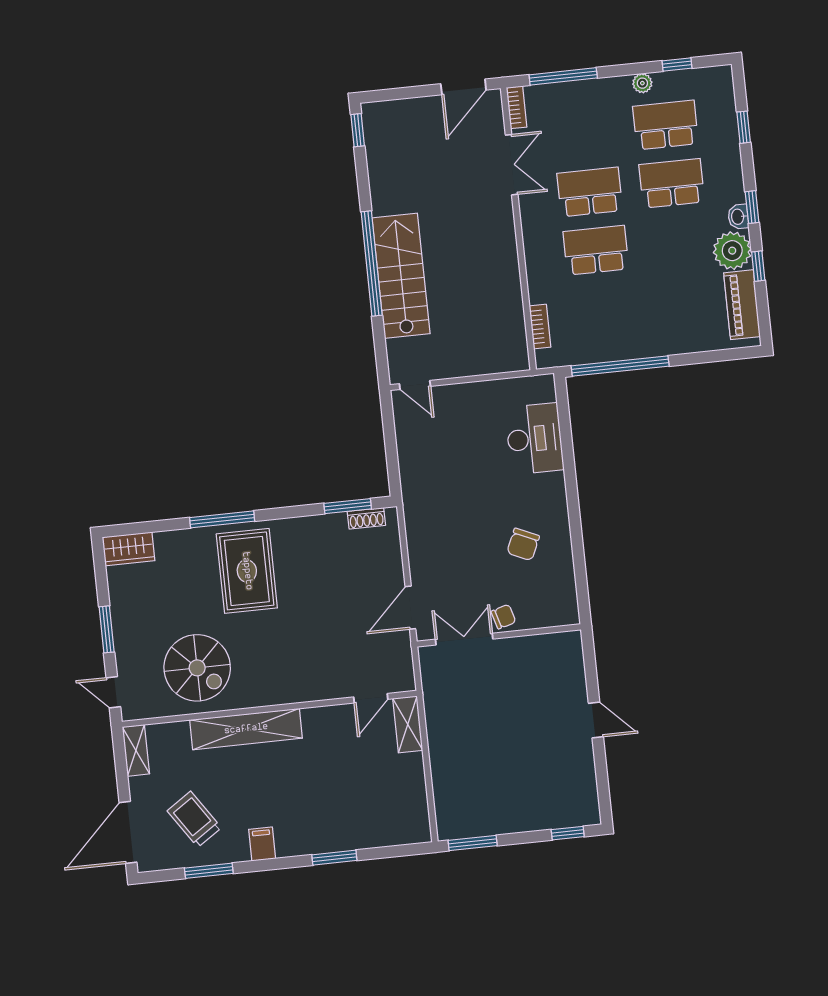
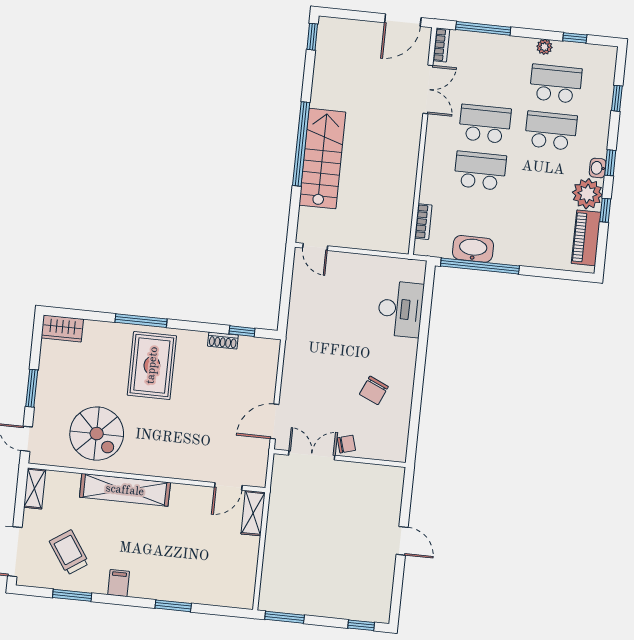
washbasin: (607, 347) -> (473, 249), added
window: (348, 506) -> (242, 331), width x0.67
shoe rack: (366, 518) -> (223, 341), moved

